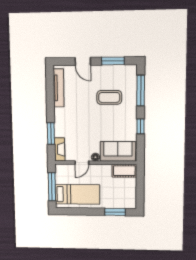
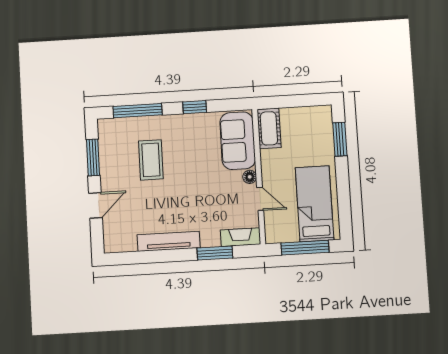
tv unit: (59, 88) -> (169, 241), moved

